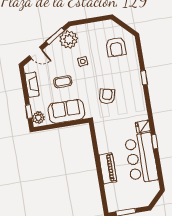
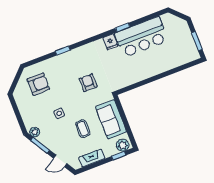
plant: (69, 39) -> (35, 132), width x0.53, depth x0.53
door: (36, 53) -> (60, 161), swing flipped
armchair: (107, 96) -> (88, 83), turned 77
piano: (108, 168) -> (158, 67), removed

